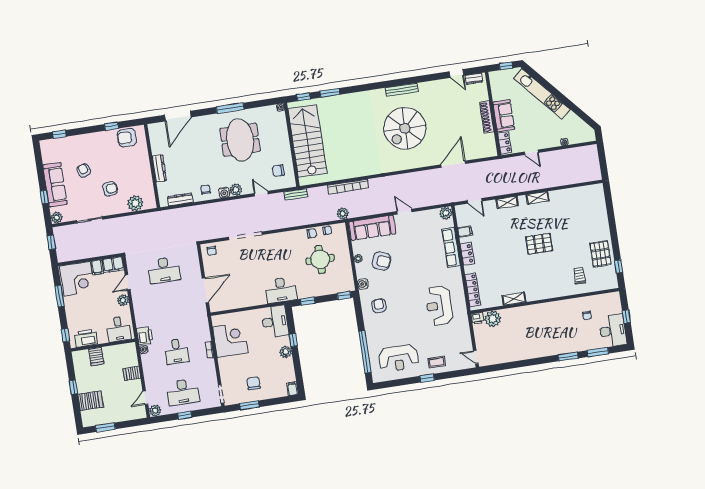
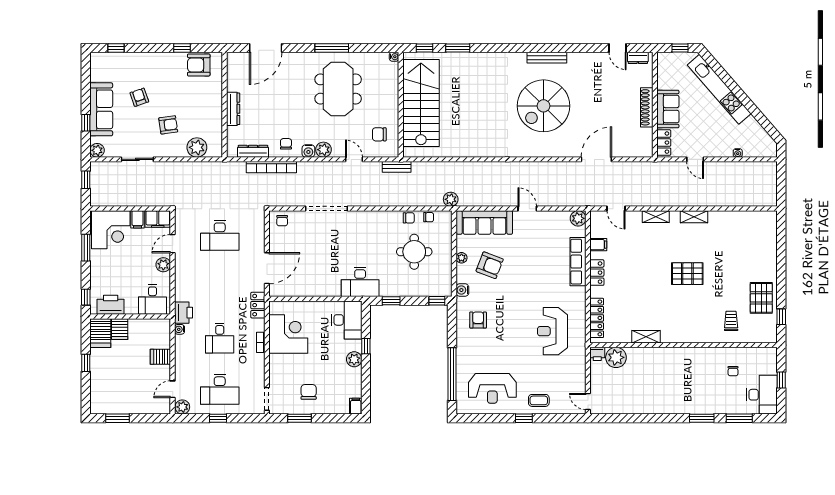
bookcase: (348, 187) -> (271, 167), moved
locker: (203, 321) -> (258, 305), added
server rack: (91, 401) -> (100, 333), moved, turned 90

